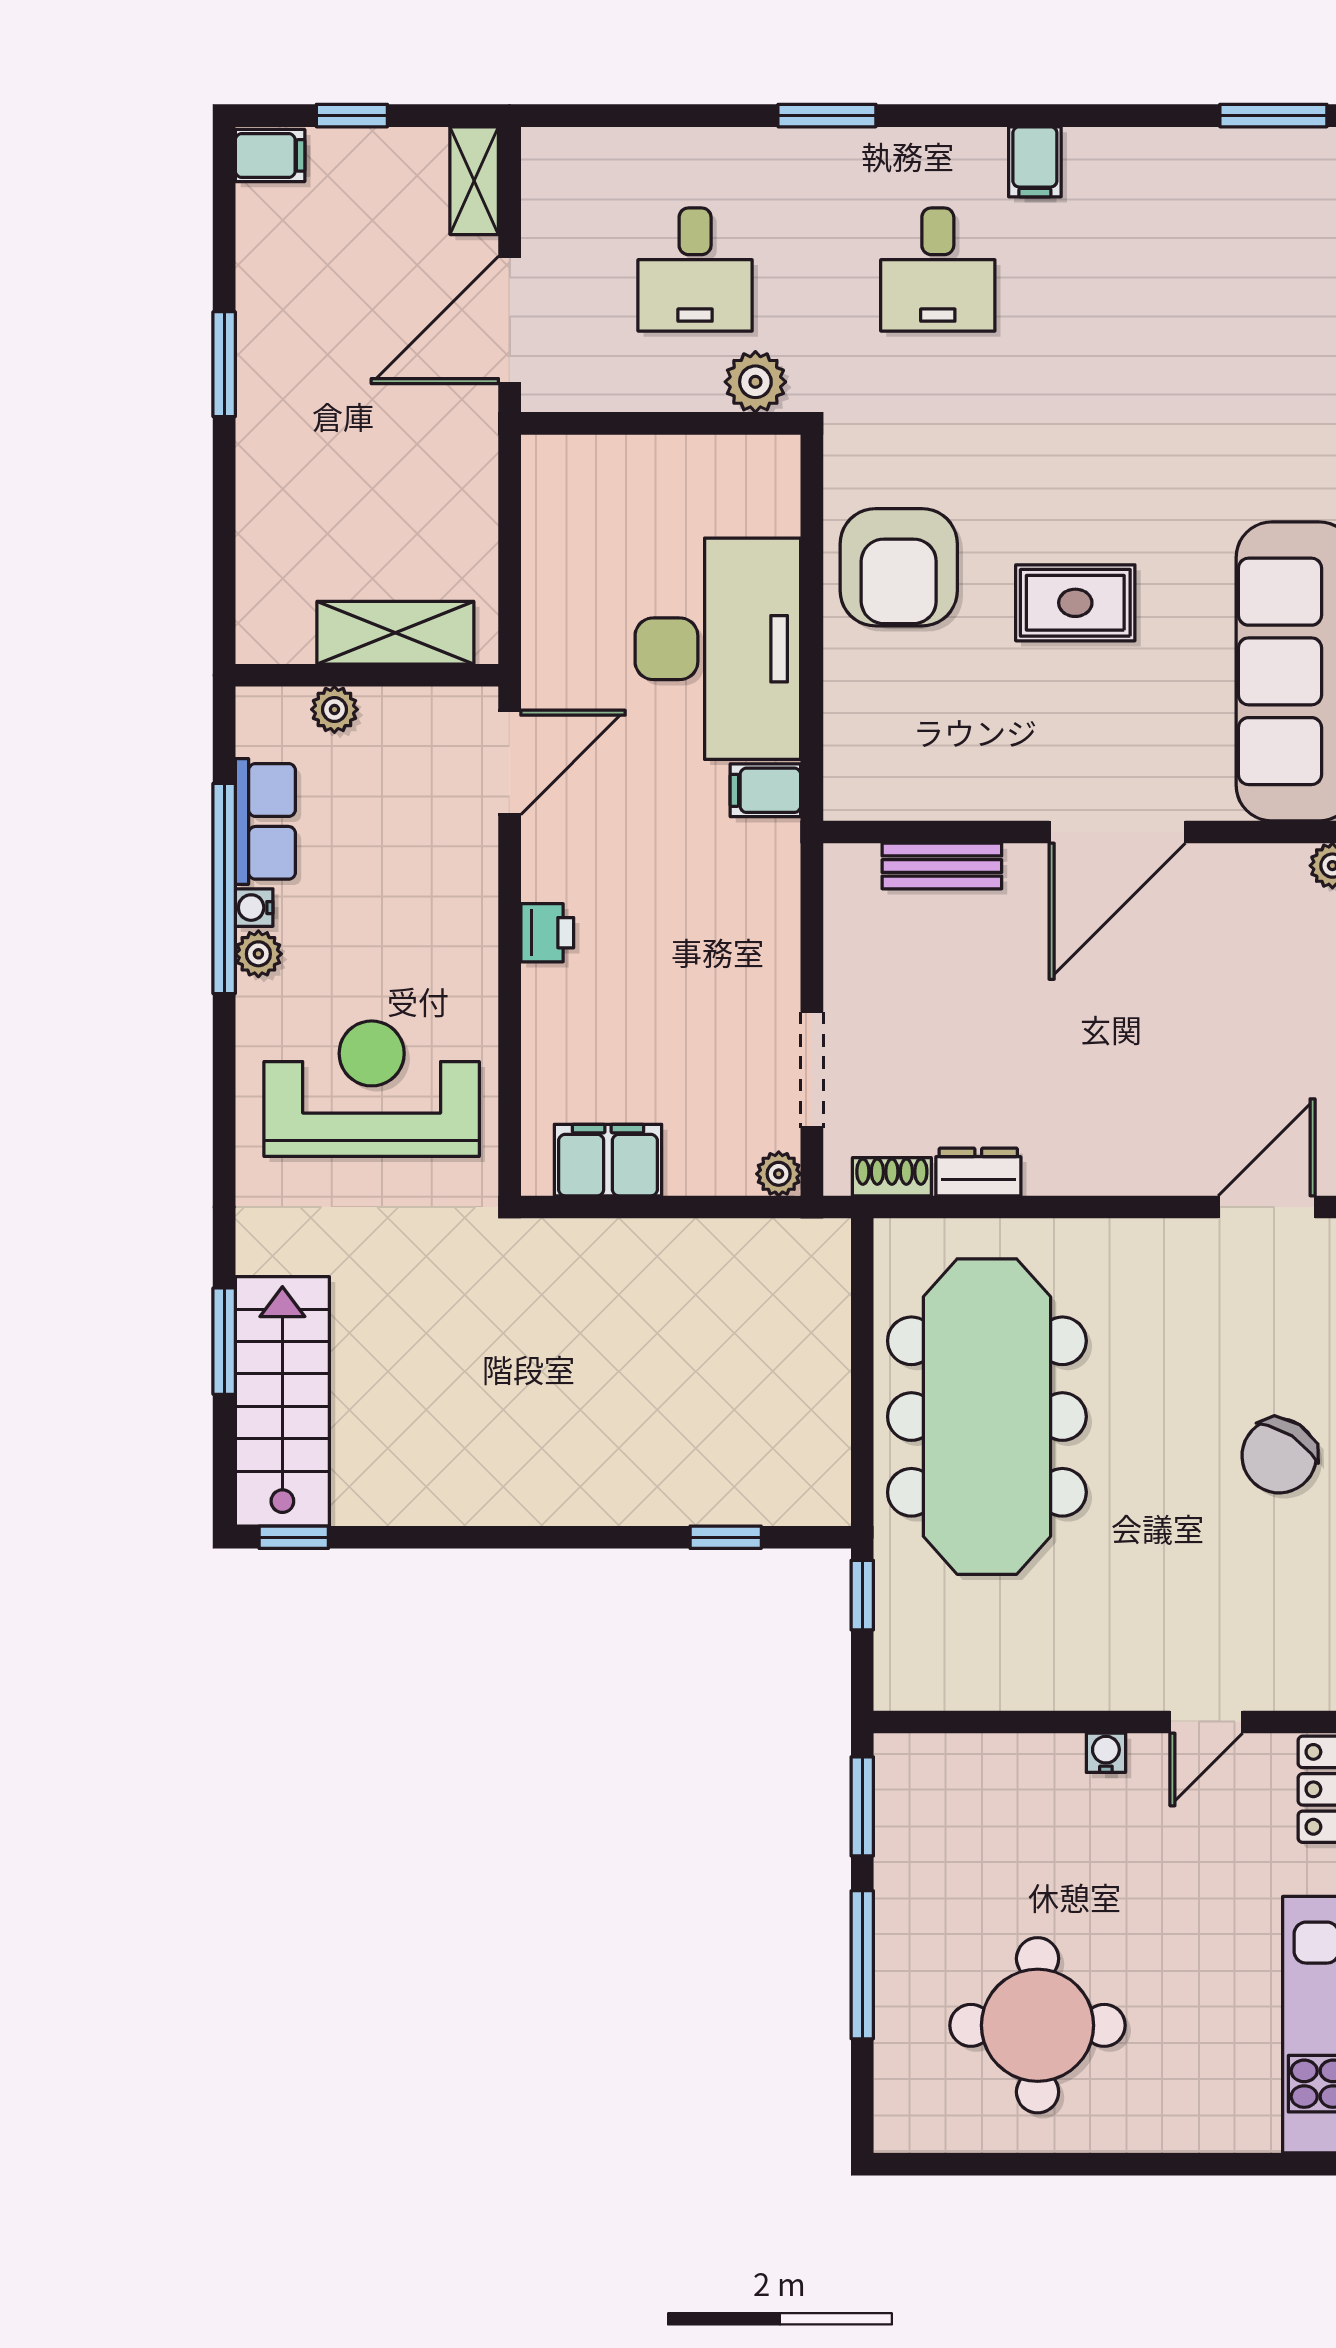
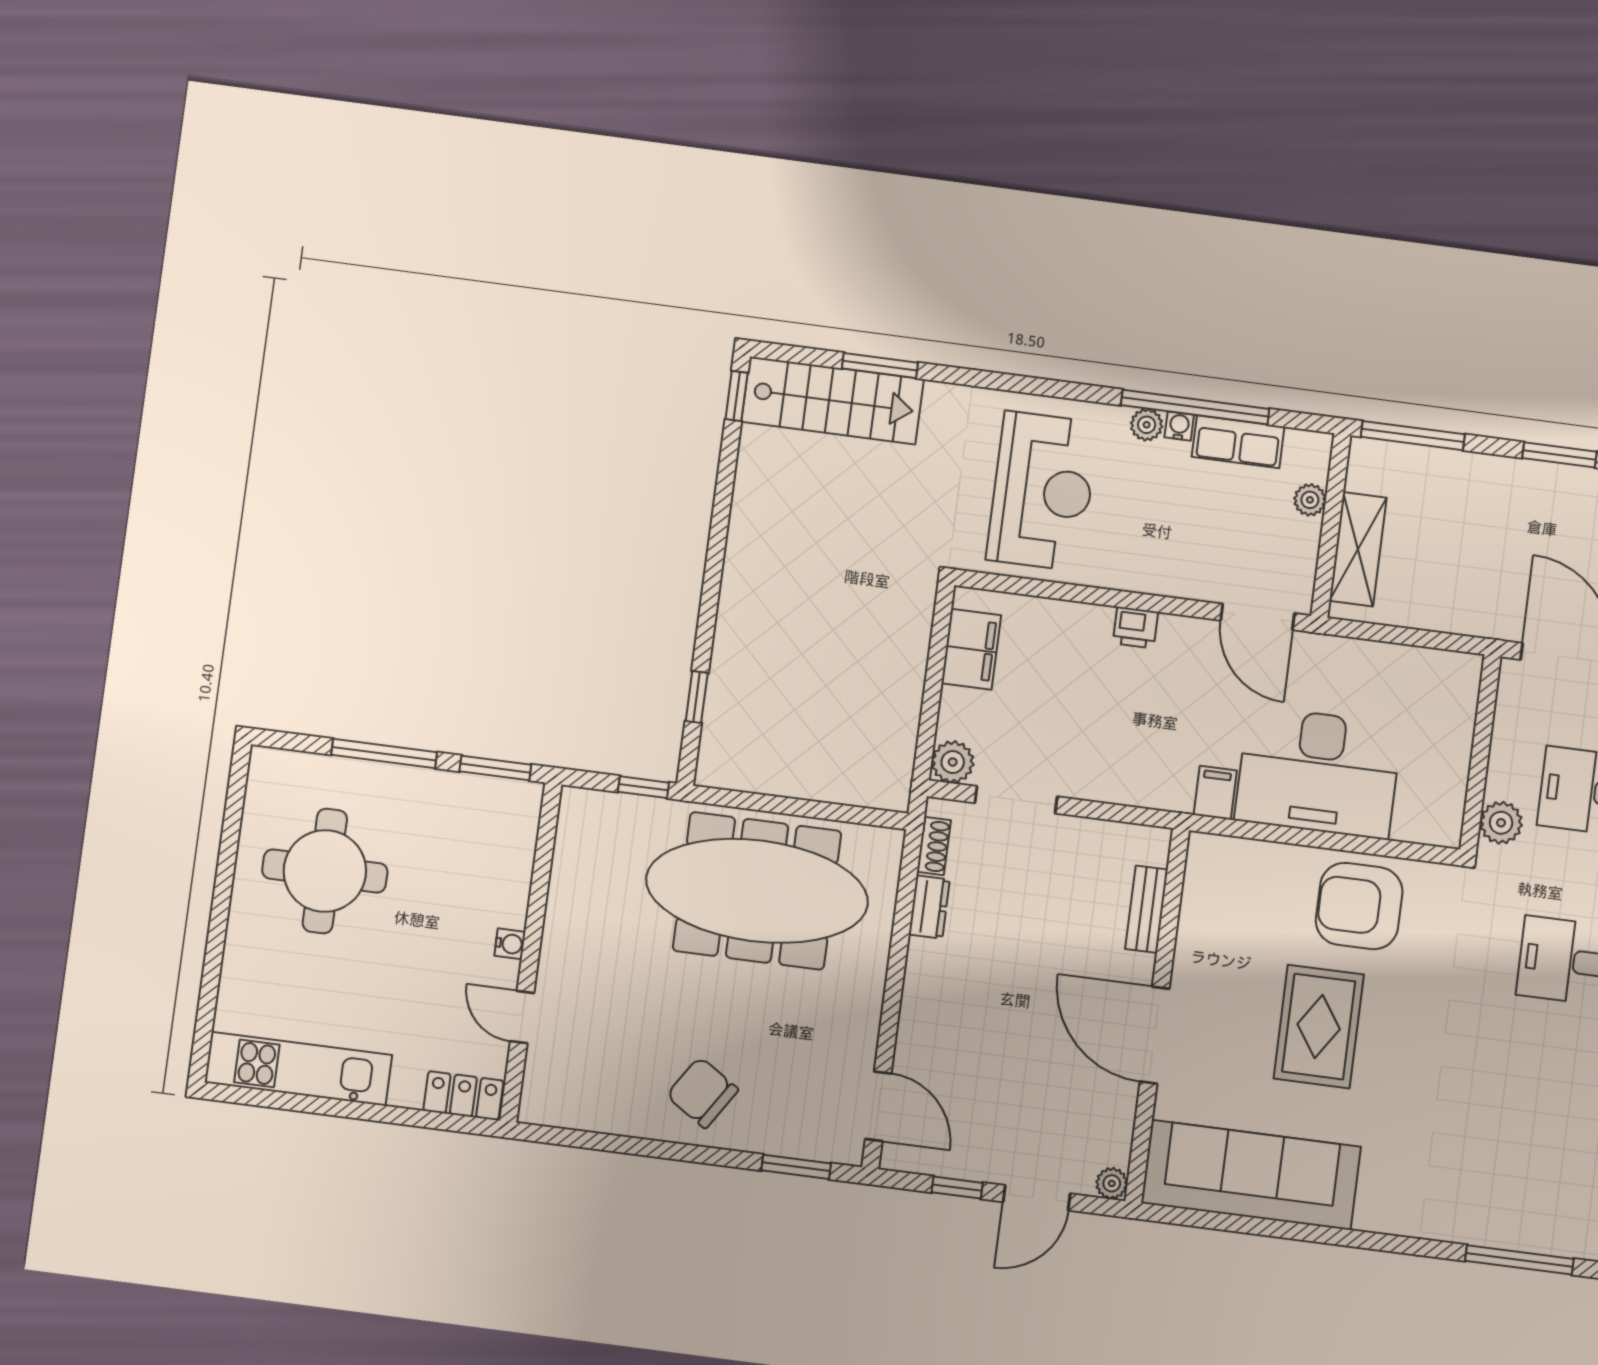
window: (224, 576) -> (1413, 436), added
rug: (1075, 603) -> (1319, 1027), width x1.36, depth x1.43
plant: (779, 1174) -> (953, 762), width x1.38, depth x1.38

